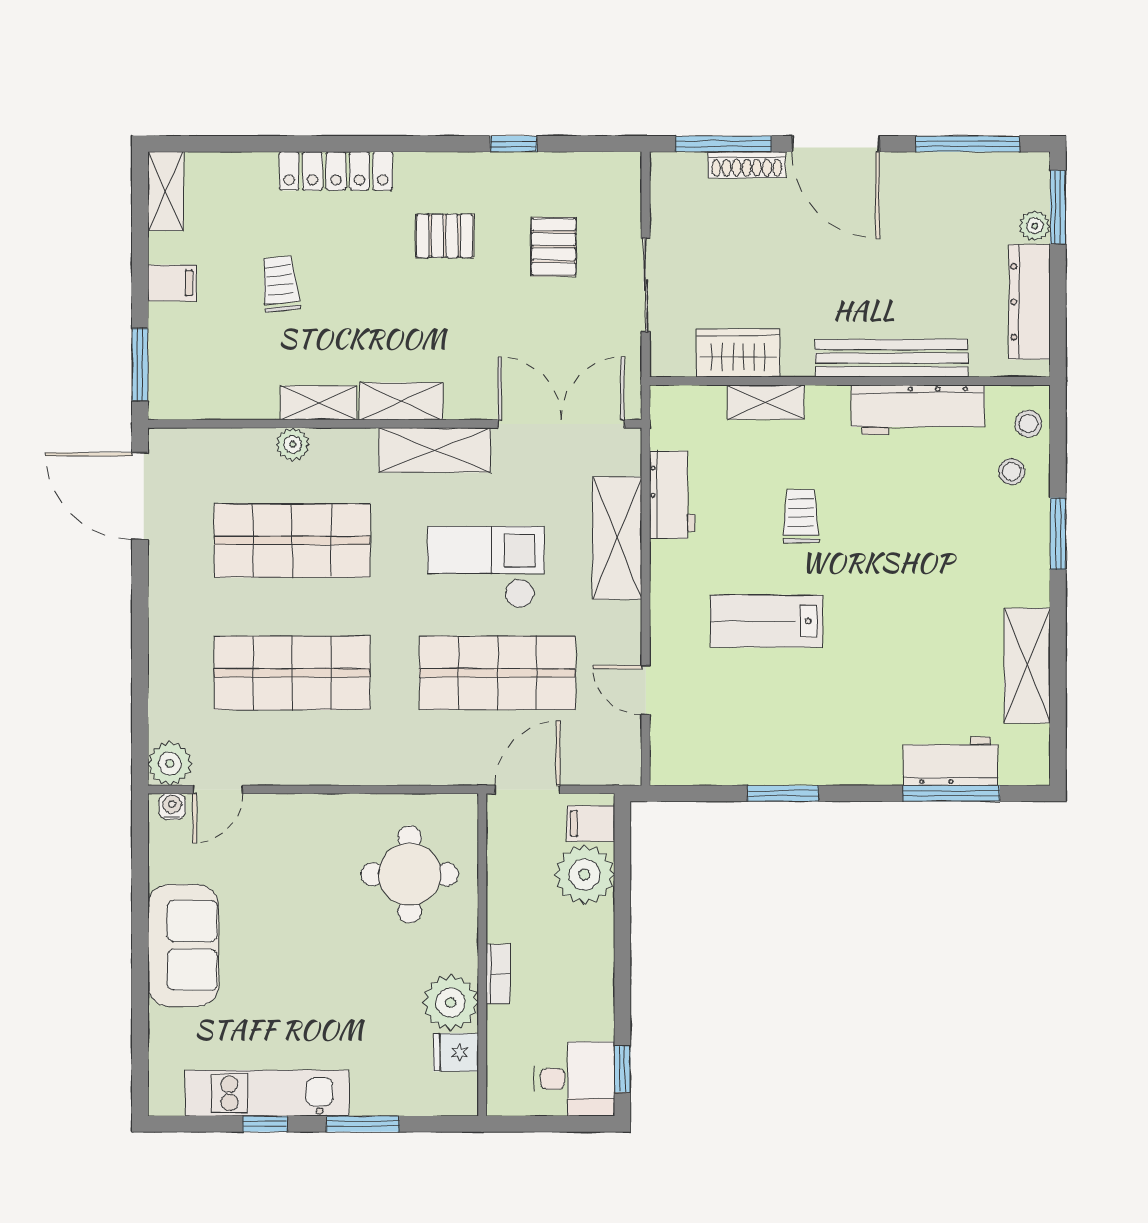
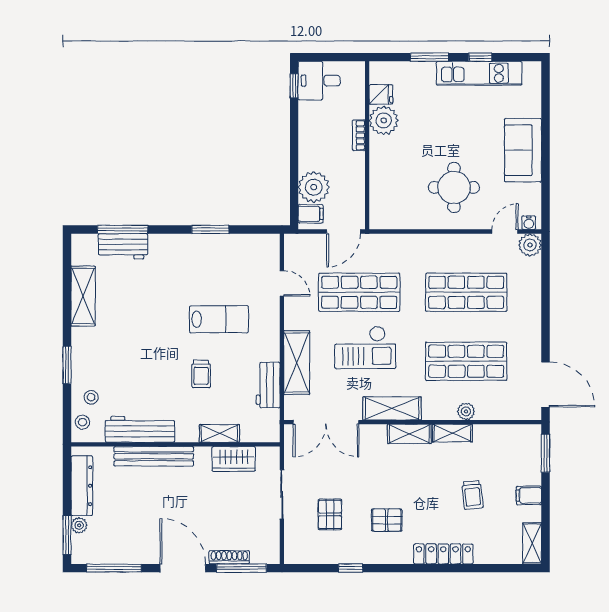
round table: (410, 874) -> (454, 187), moved

